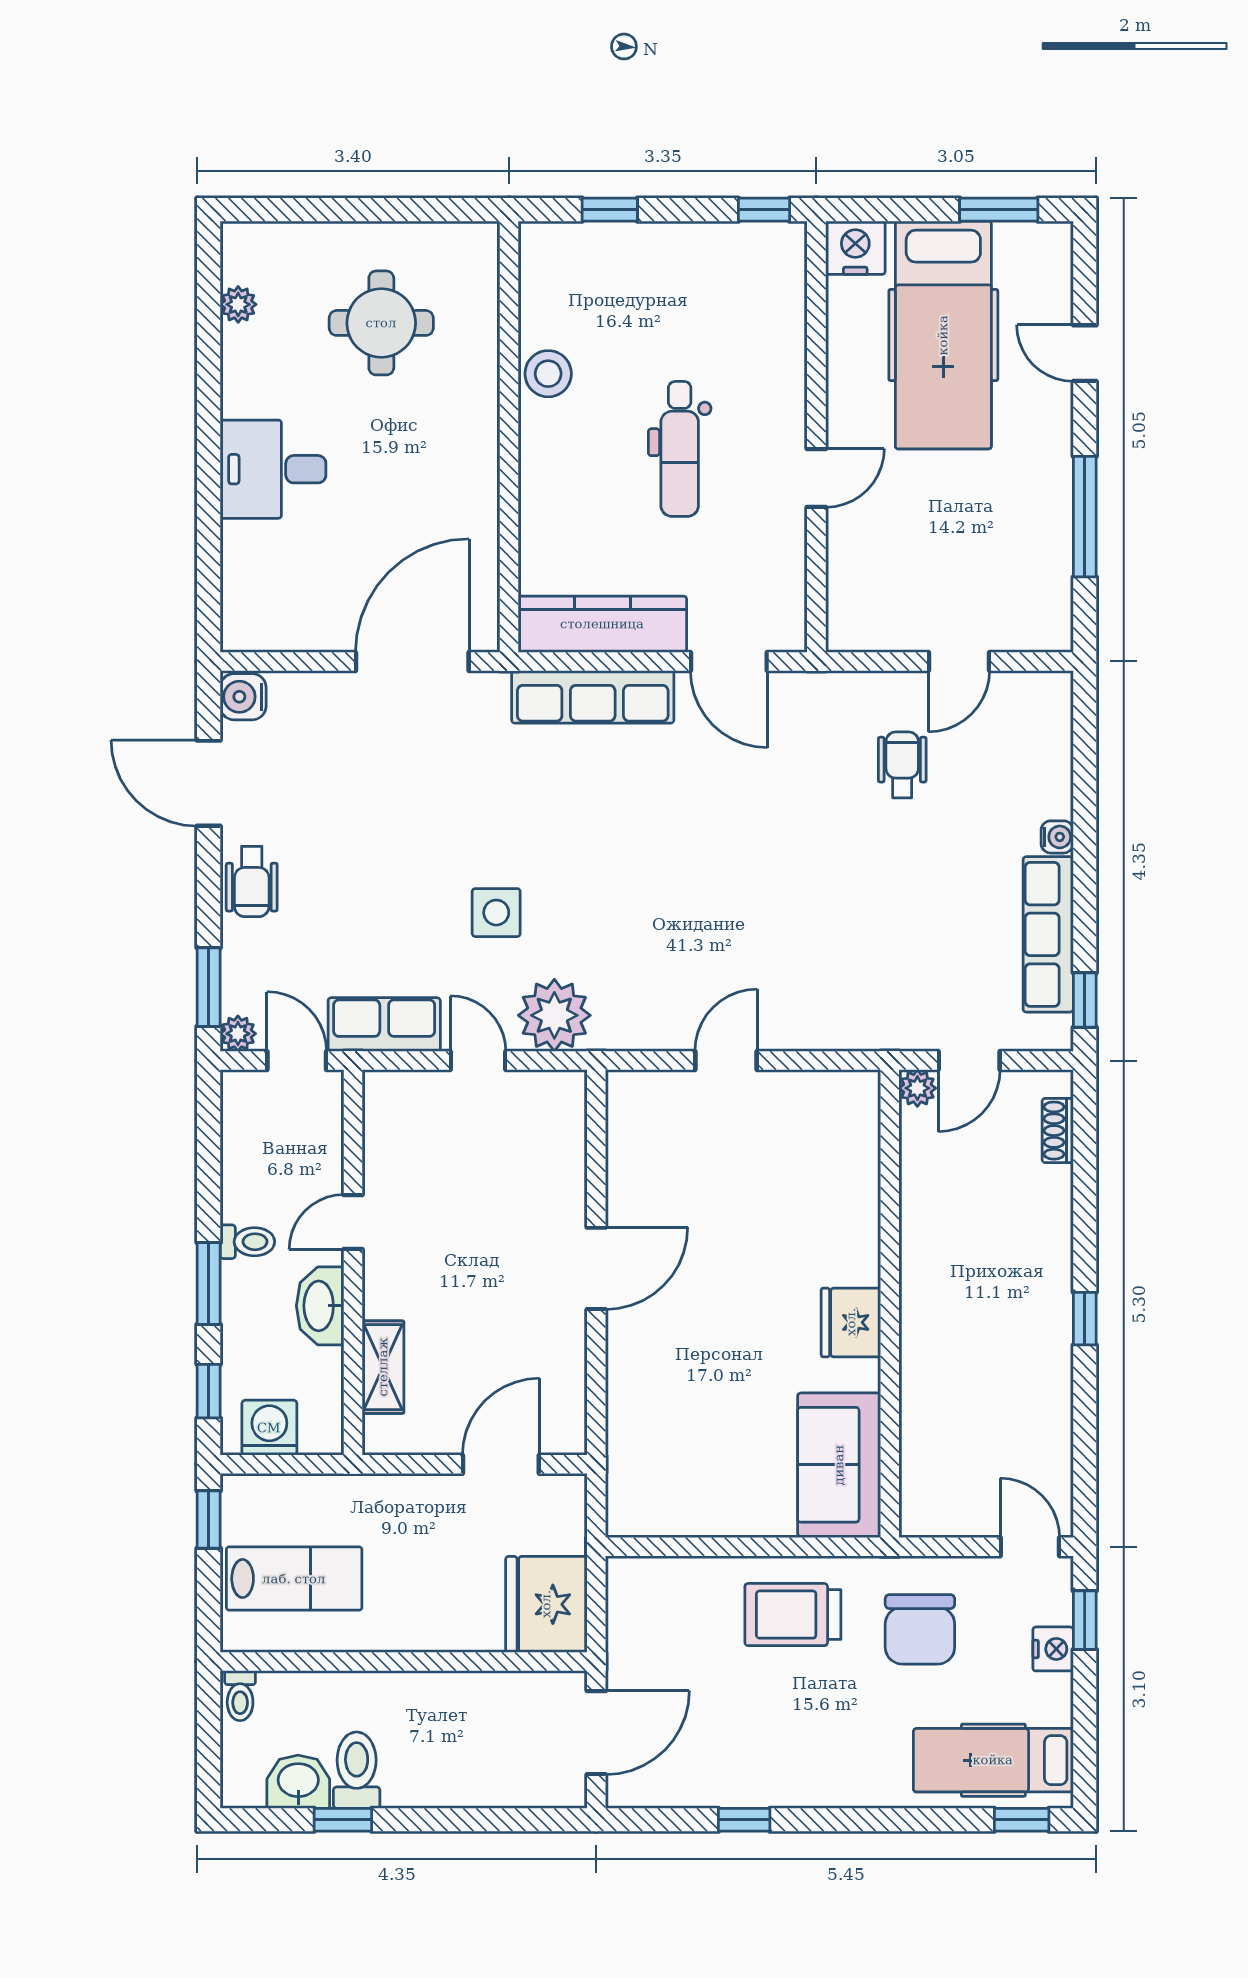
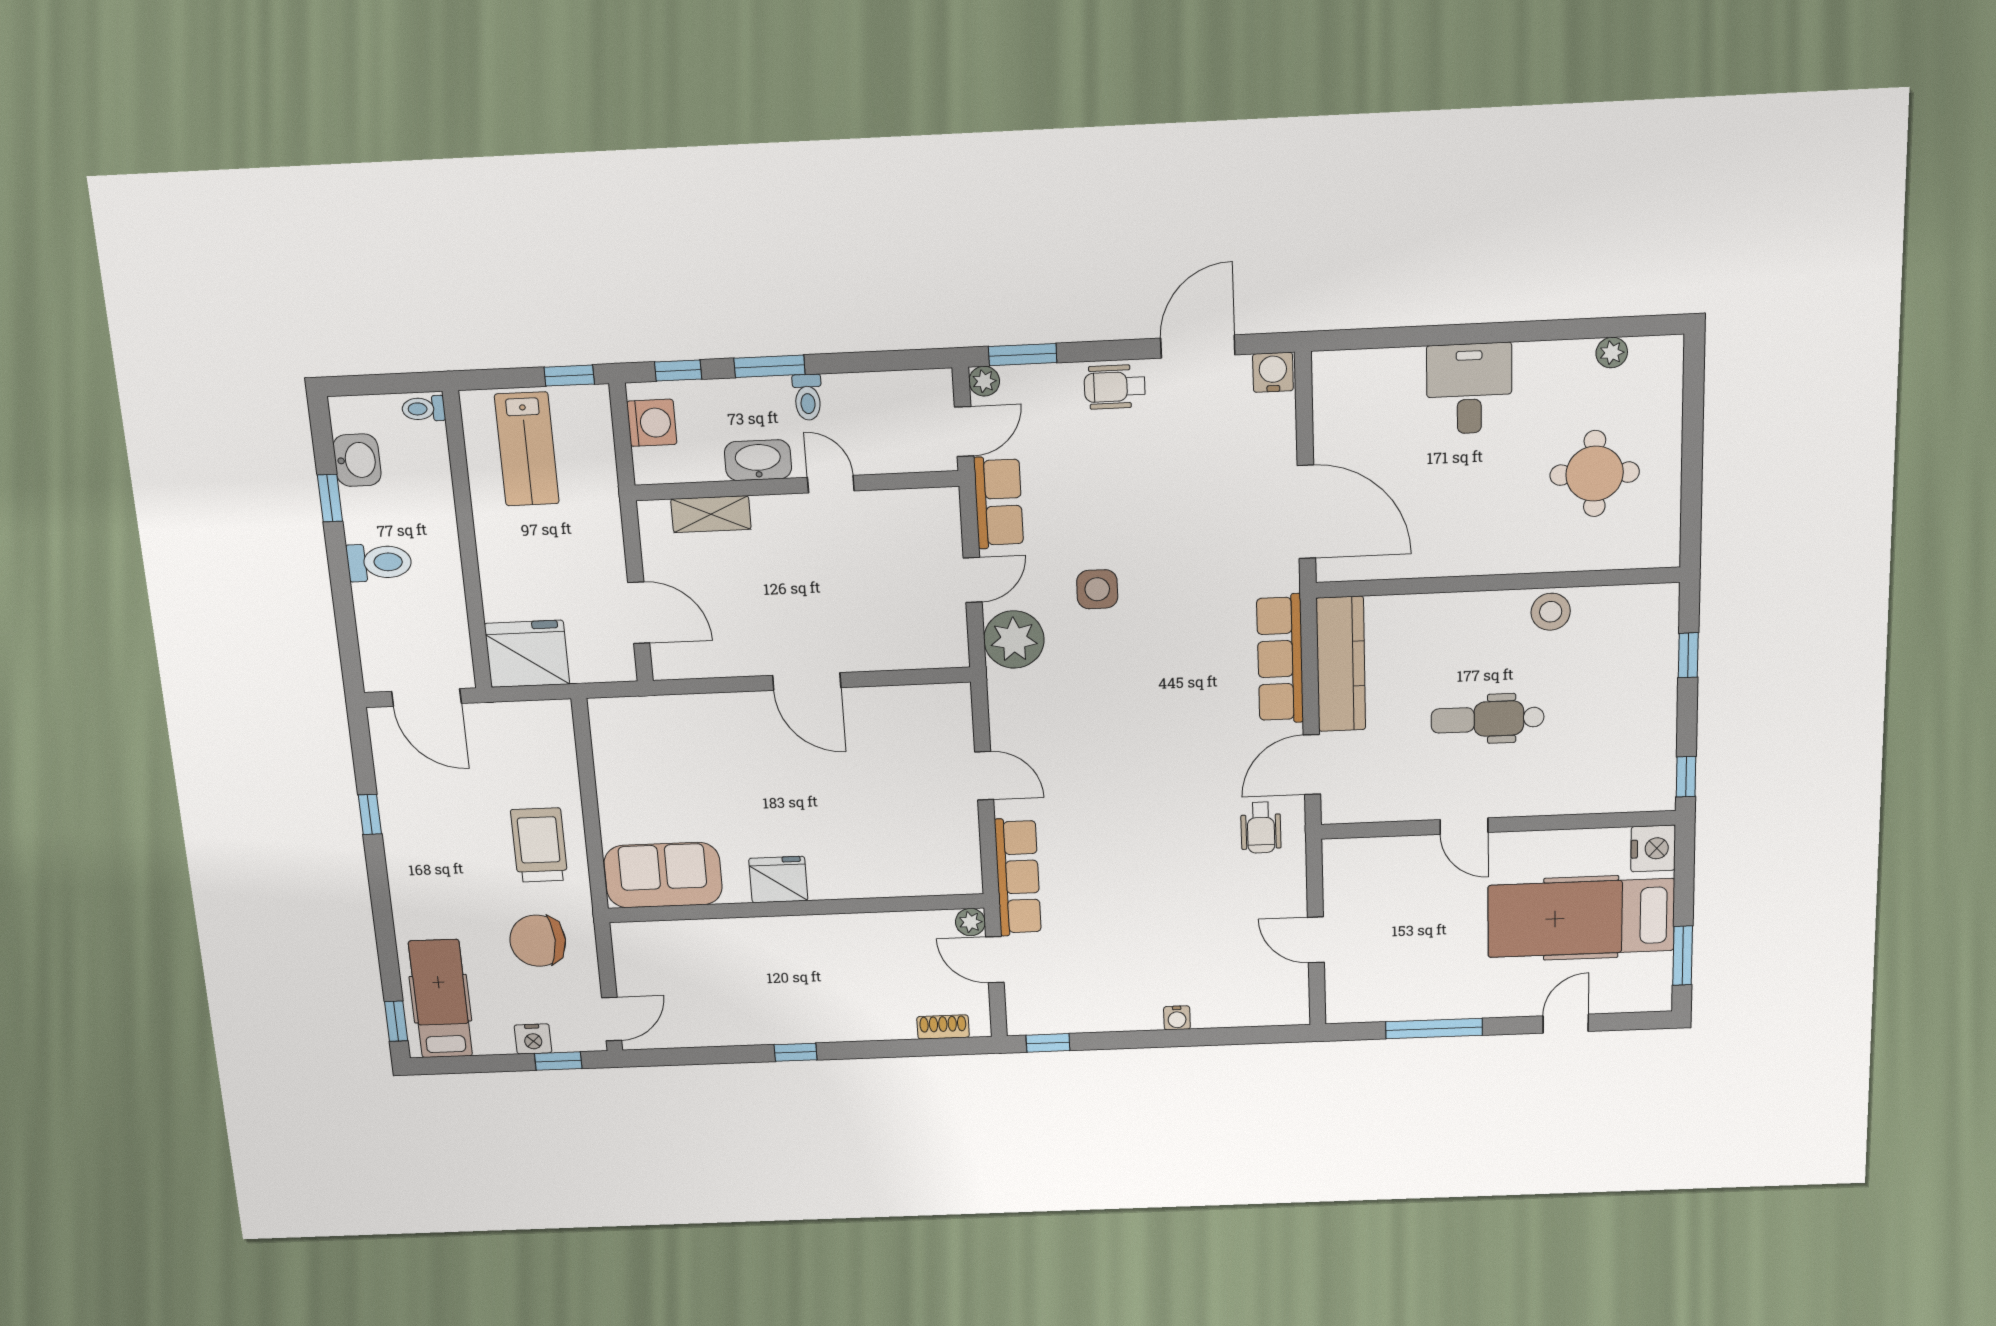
wheelchair: (902, 765) -> (1261, 828), moved, turned 90
row of seats: (1048, 934) -> (1018, 877), moved, turned 90
toilet: (357, 1770) -> (379, 562), moved

